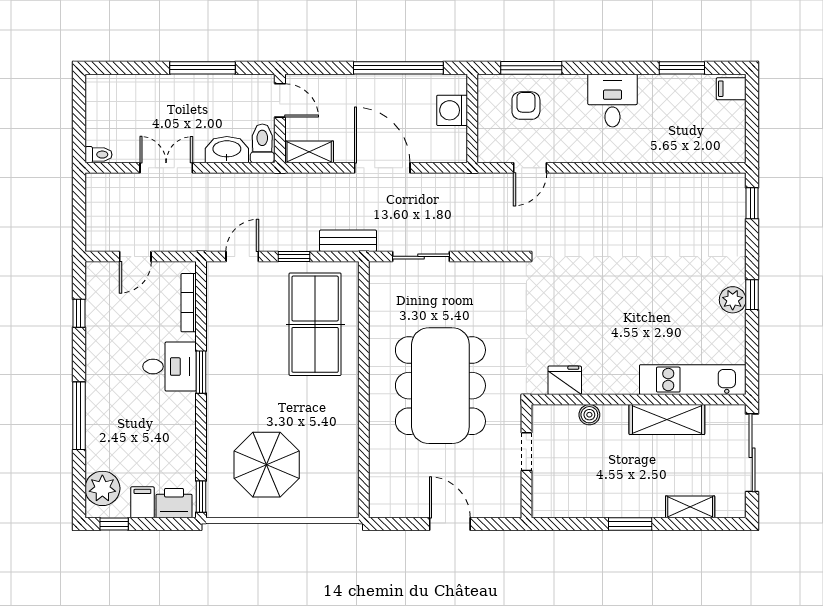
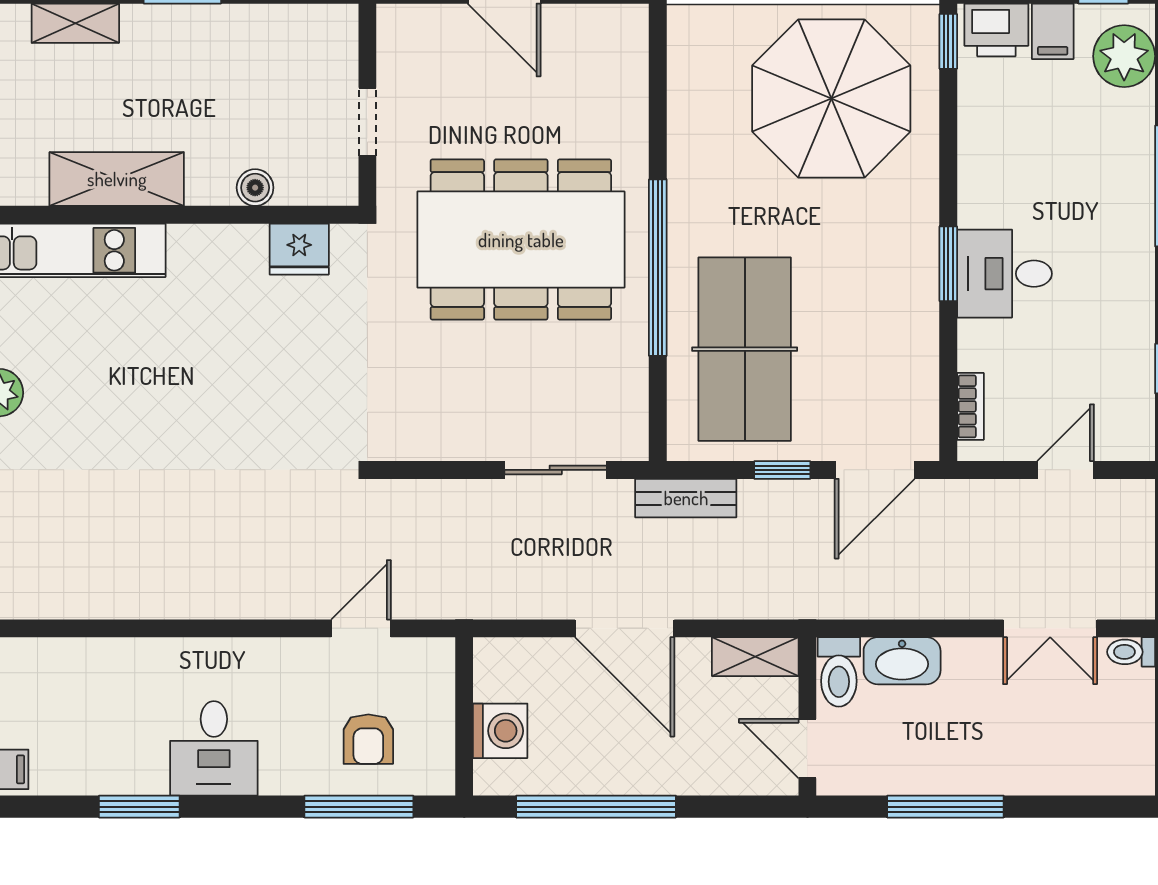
window: (682, 68) -> (139, 807), moved
double door: (166, 168) -> (1050, 628), moved
door: (242, 256) -> (875, 470), width x1.38
bookcase: (189, 303) -> (970, 406), width x0.64
window: (364, 370) -> (658, 268), added
dining table: (440, 386) -> (521, 240), turned 90
parasol: (267, 465) -> (831, 99), width x1.36, depth x1.36

